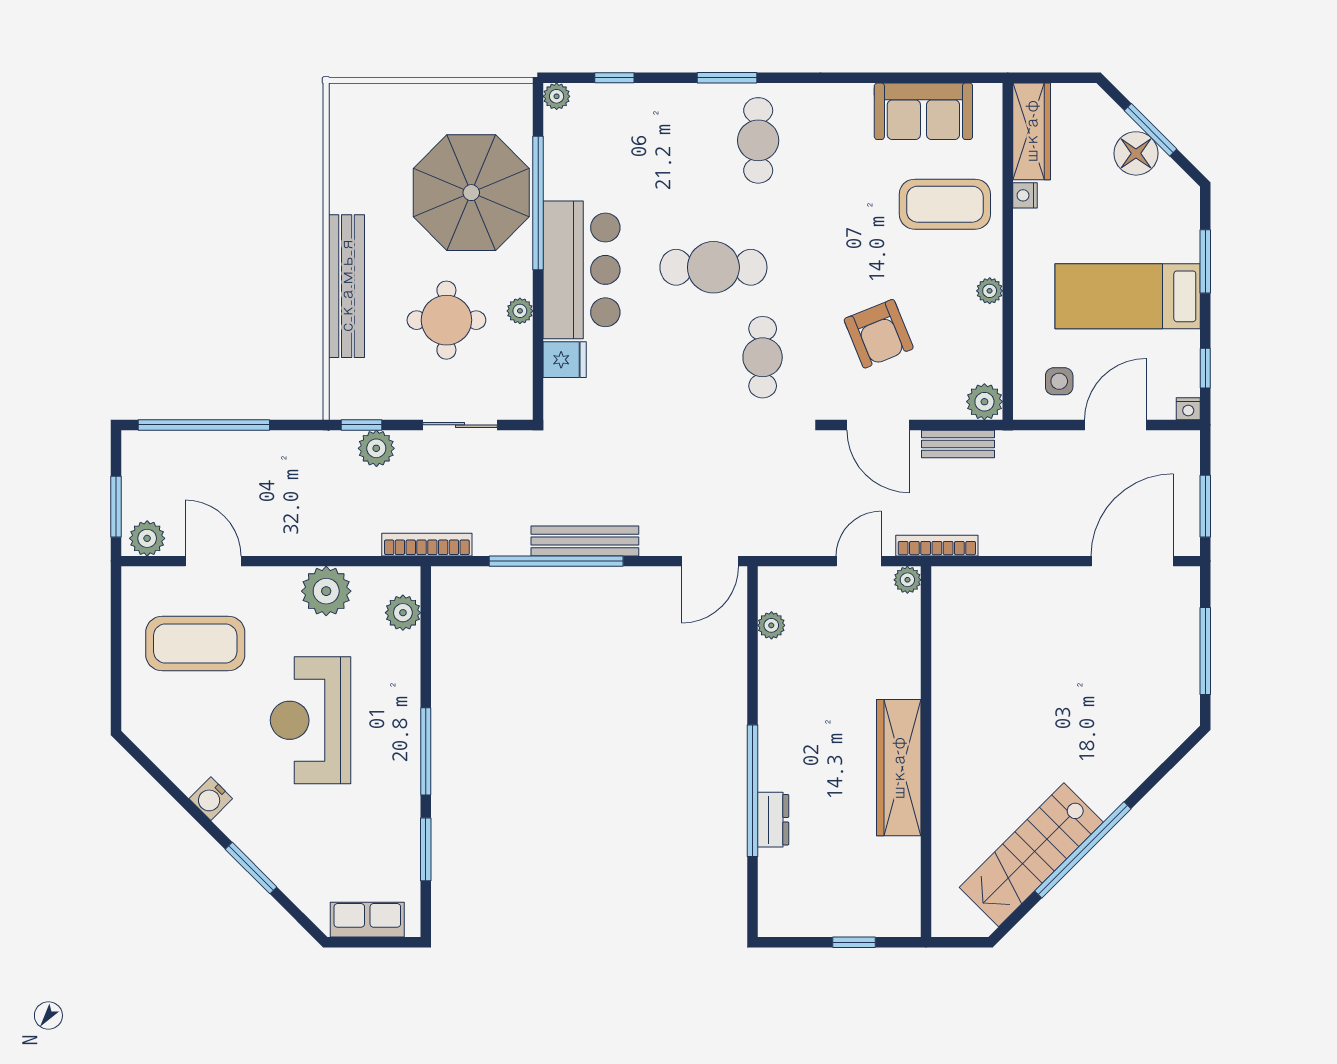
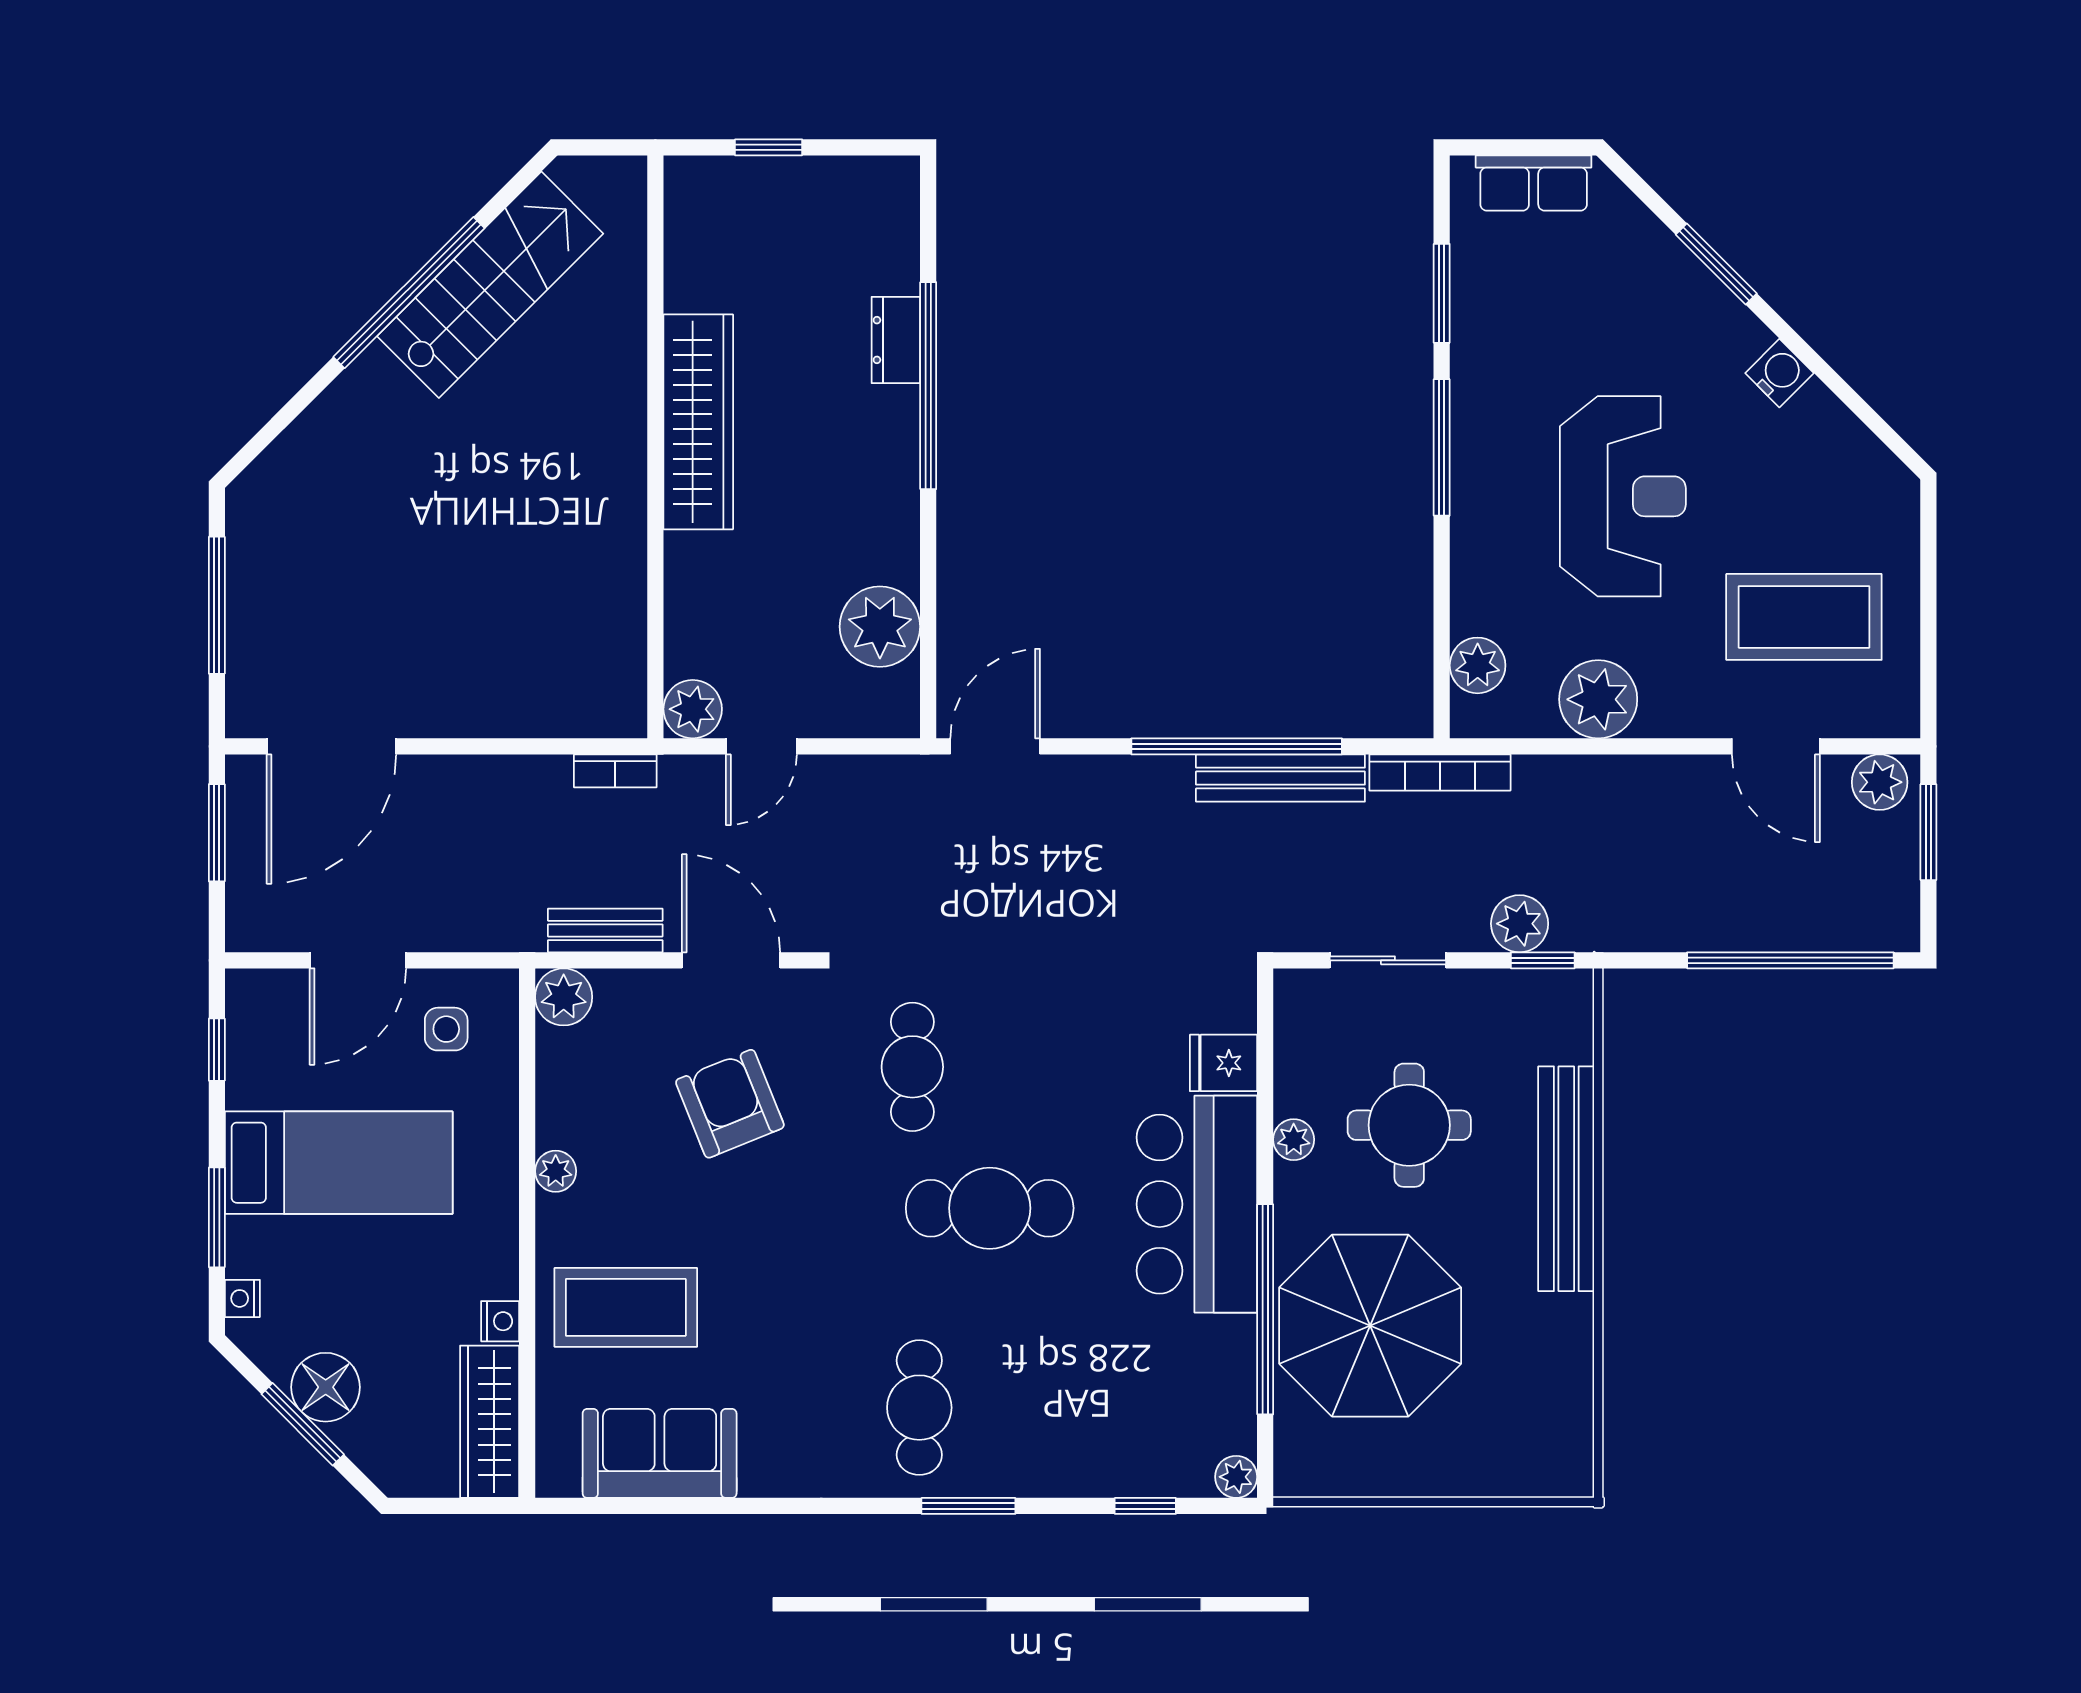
nightstand: (1188, 409) -> (242, 1298), moved, turned -90
bench: (585, 541) -> (1280, 778), moved
bookcase: (937, 546) -> (615, 771), width x0.64
plant: (907, 580) -> (693, 709), width x1.38, depth x1.38
plant: (771, 625) -> (880, 627), width x1.88, depth x1.88

